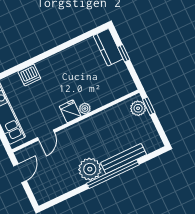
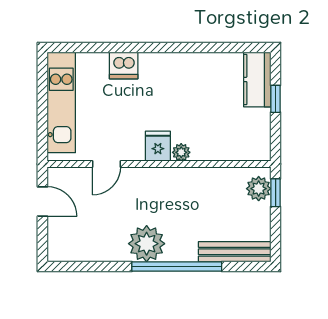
bench: (124, 159) -> (235, 252), moved
door: (20, 173) -> (42, 201), hinge flipped

